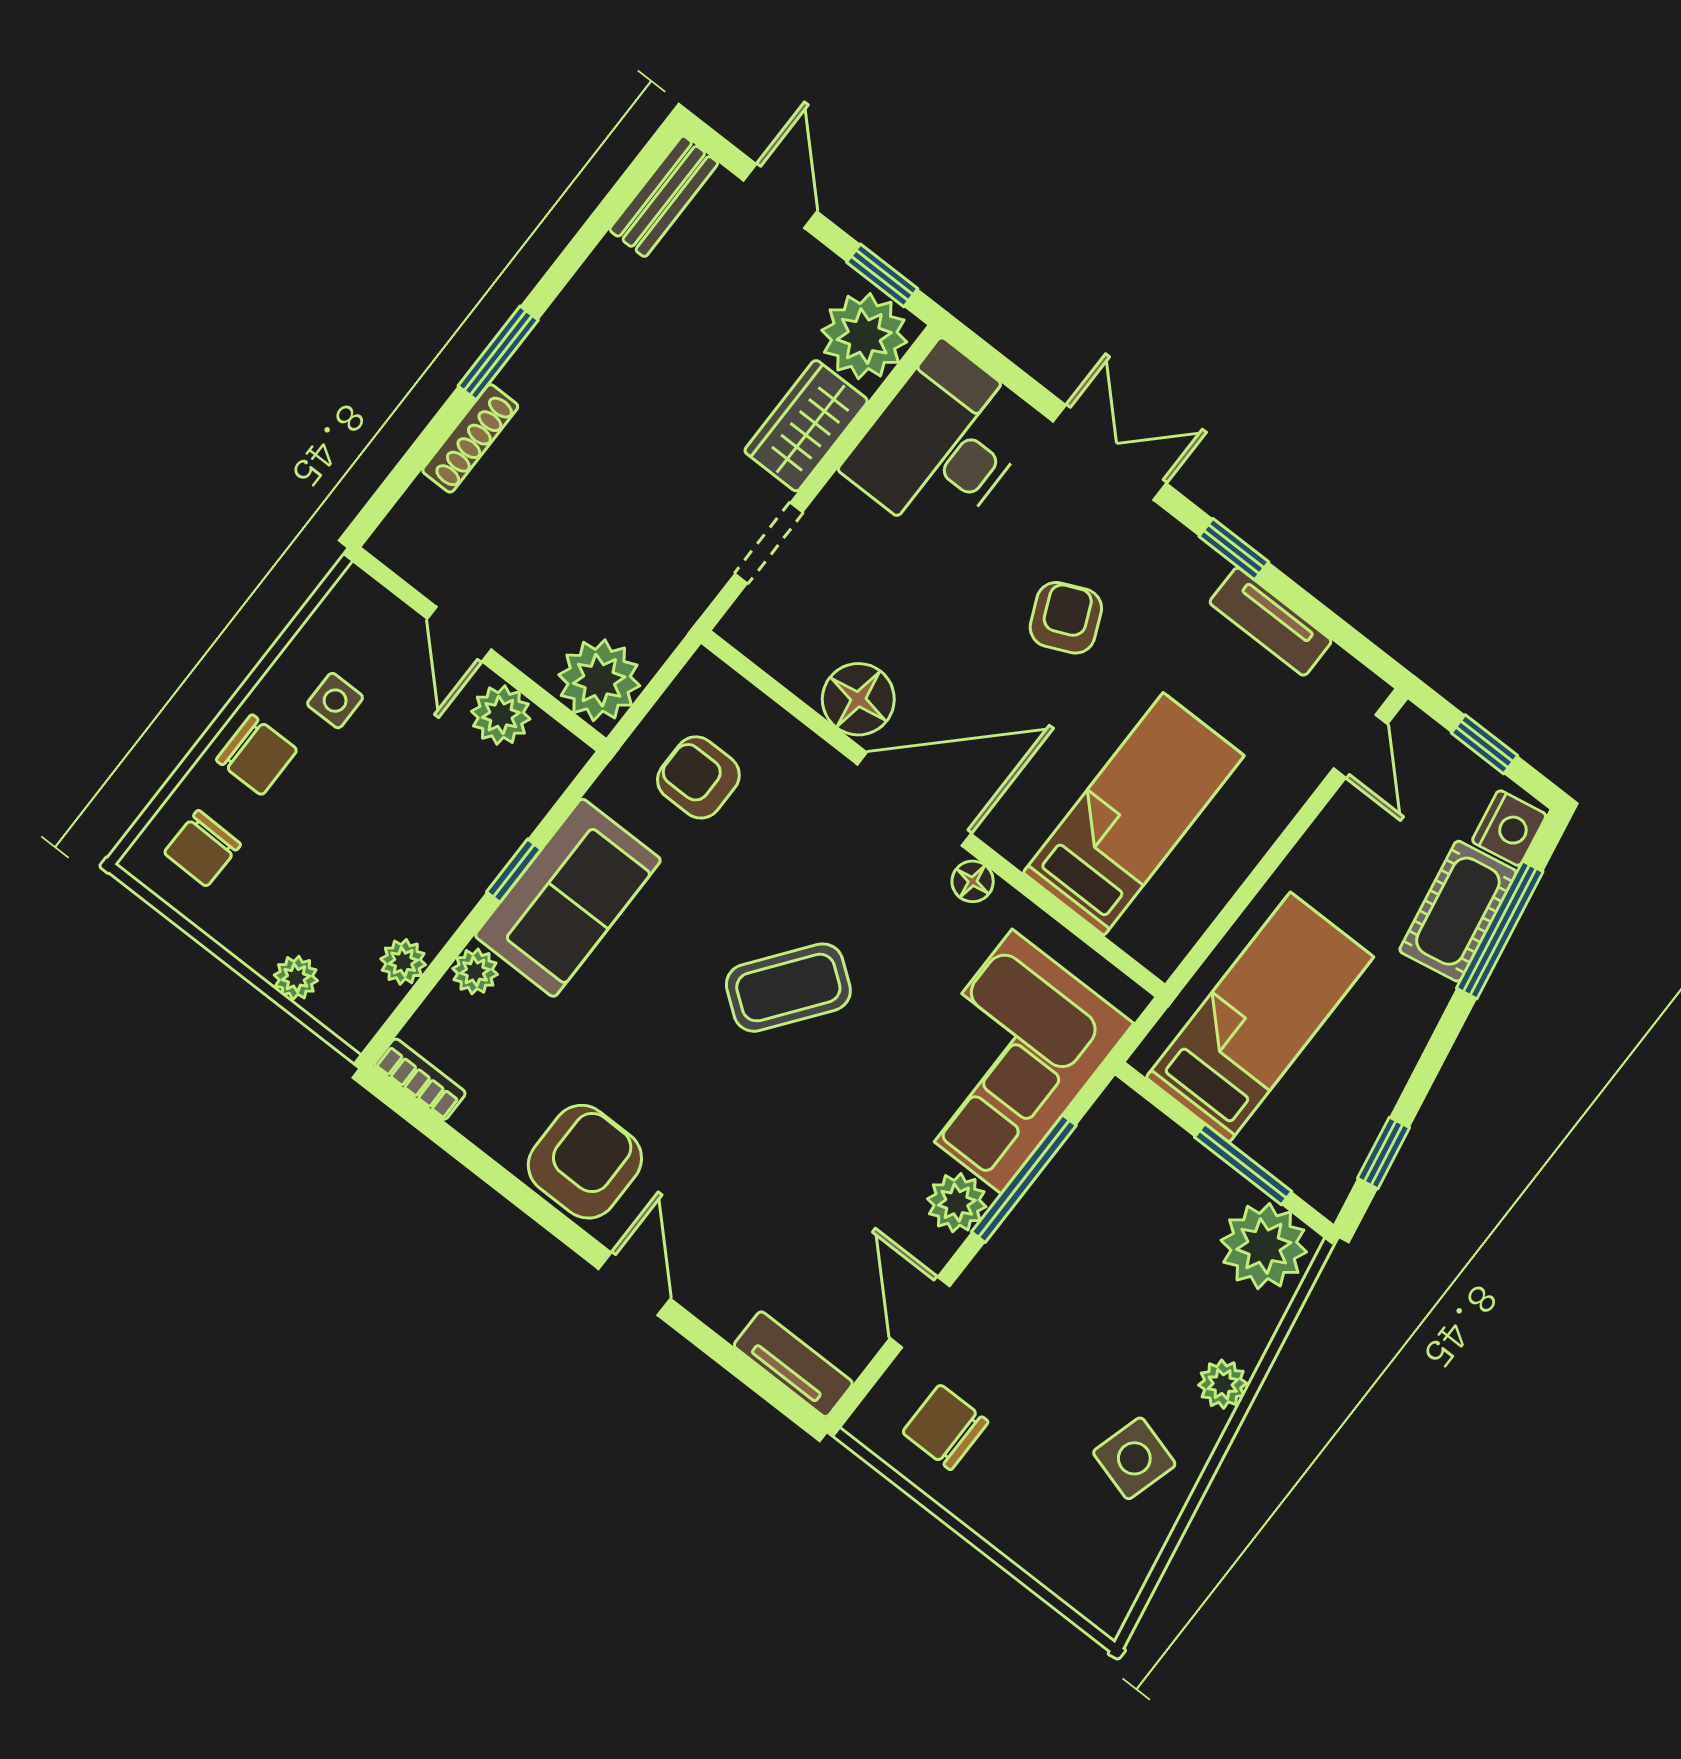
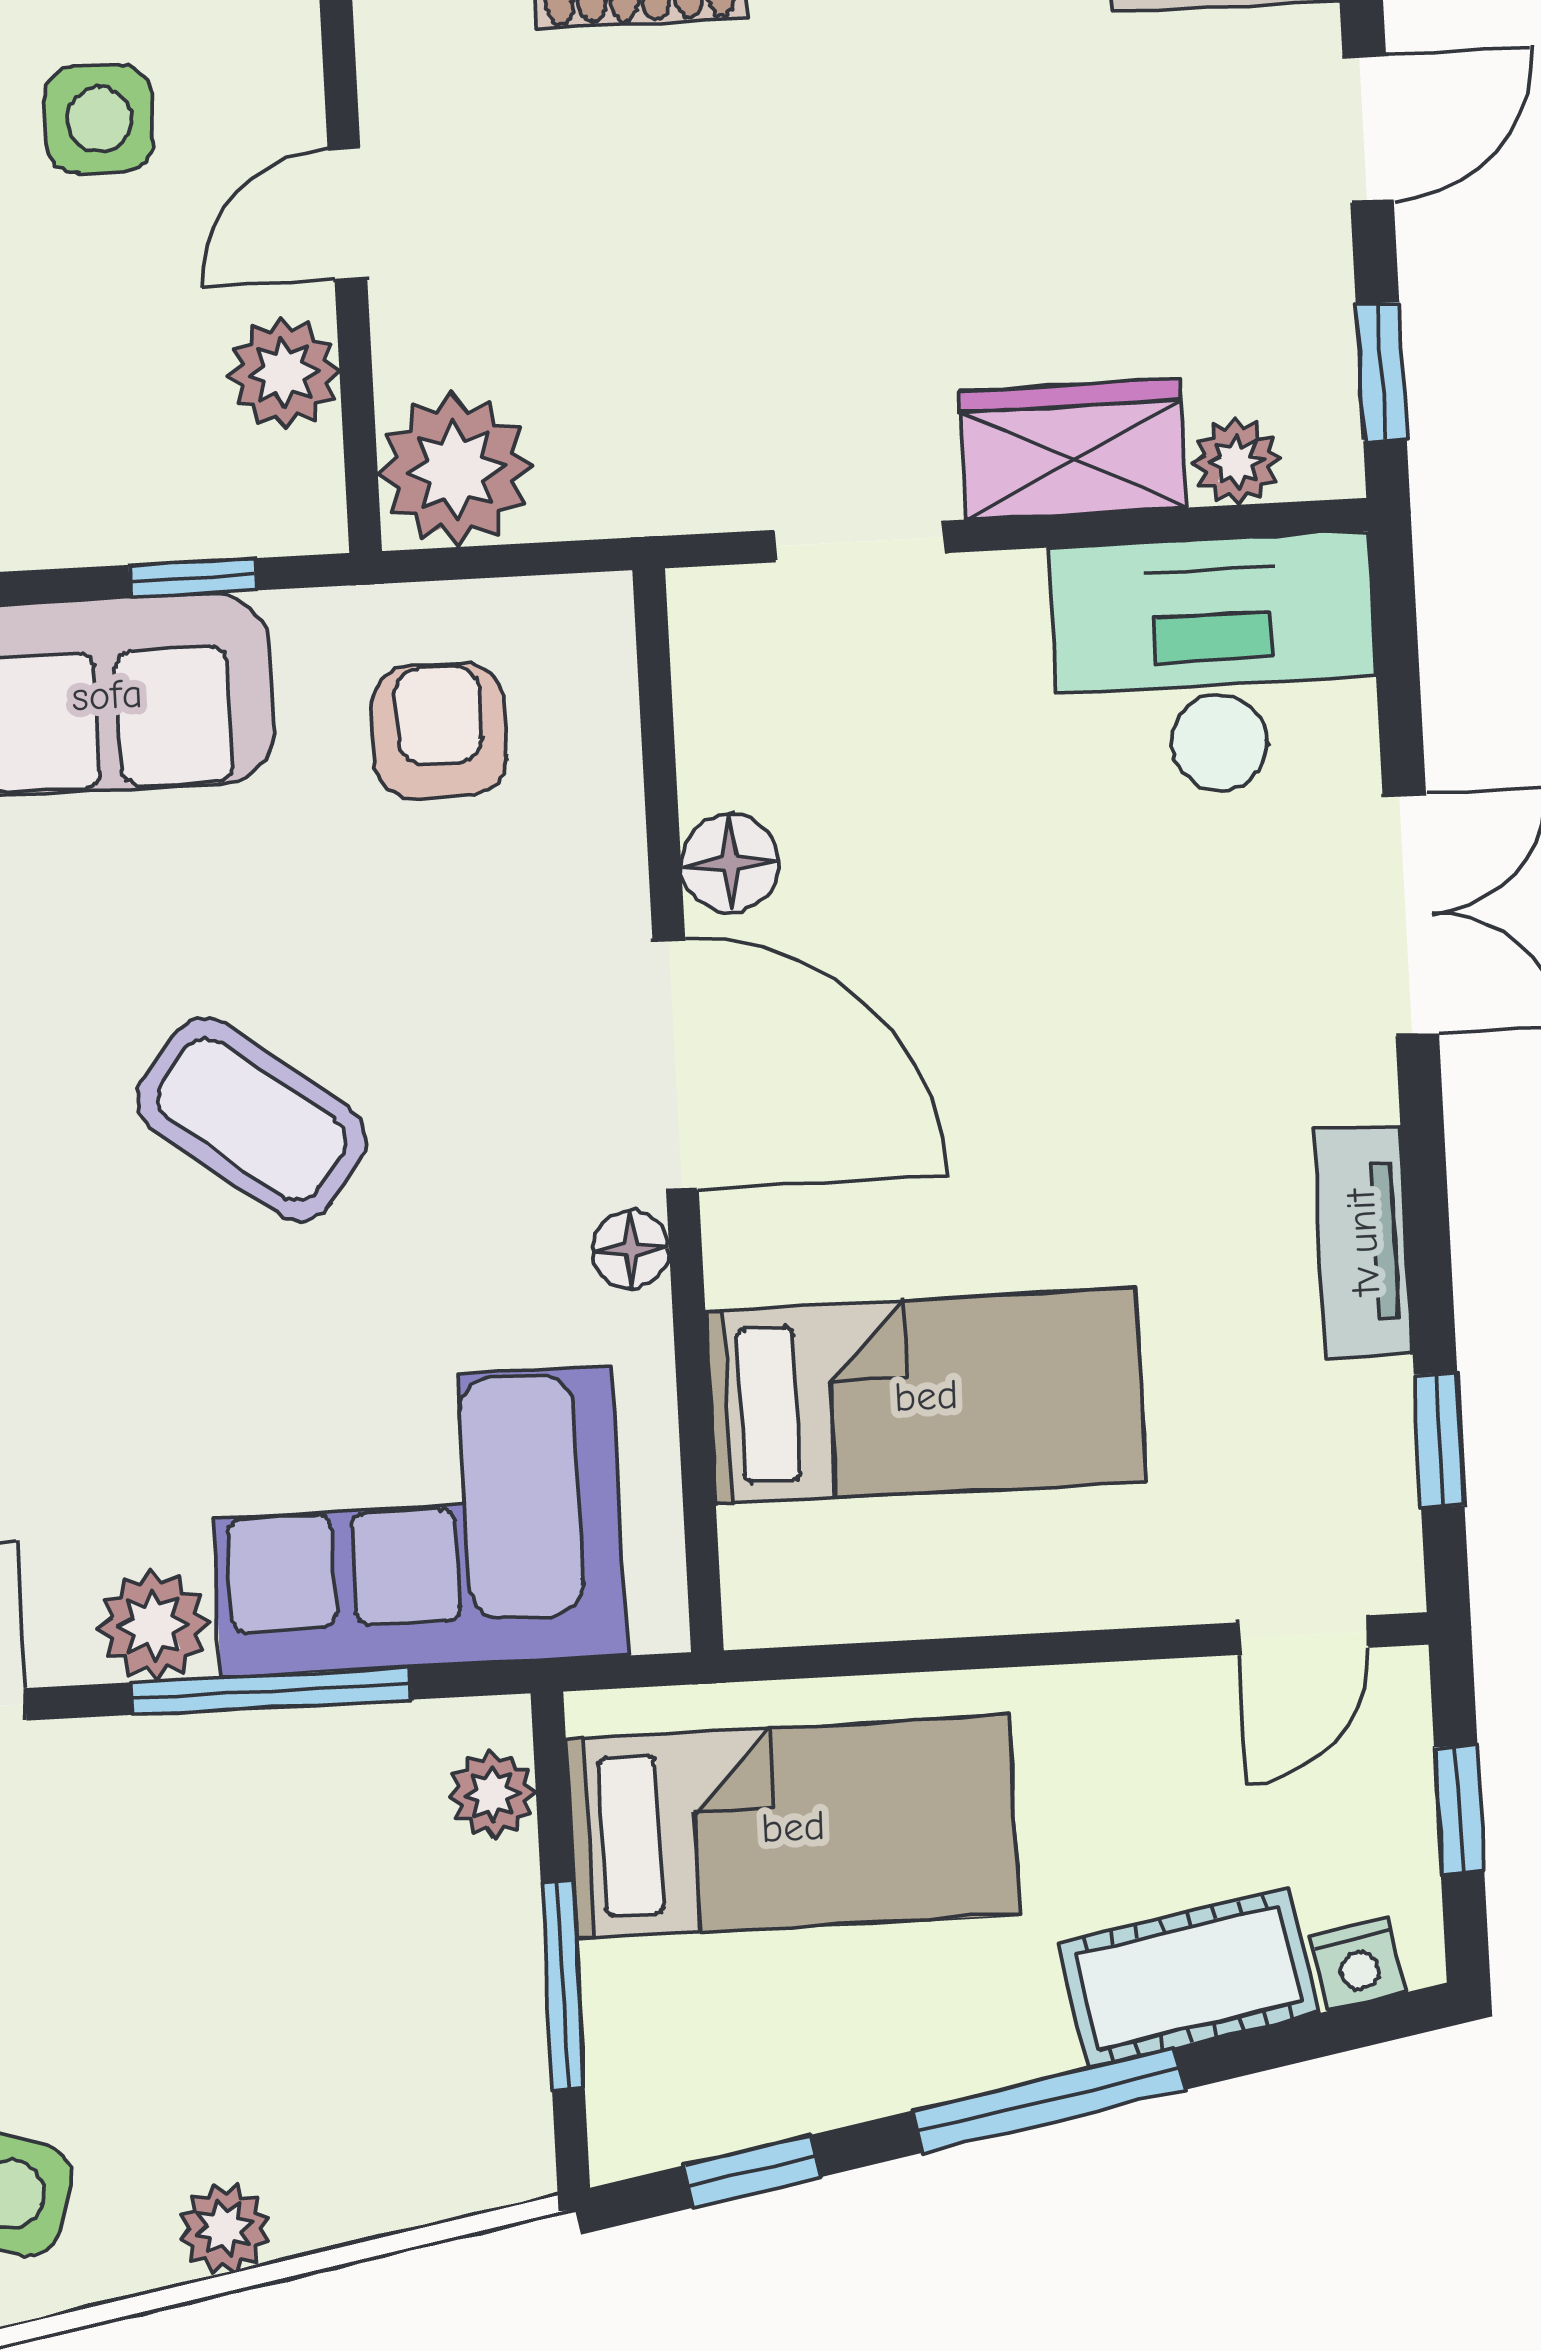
plant: (864, 336) -> (1237, 461), width x0.53, depth x0.53
window: (1234, 549) -> (1439, 1440), moved
armchair: (1066, 618) -> (1121, 1057), removed
tv unit: (1271, 622) -> (1363, 1242), moved
floor lamp: (858, 699) -> (730, 863), width x0.73, depth x0.73
side table: (335, 701) -> (99, 119), width x1.37, depth x1.37
nightstand: (1509, 828) -> (1358, 1965), width x0.72, depth x0.74
window: (514, 871) -> (193, 578), moved
window: (1500, 930) -> (1048, 2100), moved
plant: (1264, 1246) -> (493, 1794), moved, width x0.53, depth x0.53

